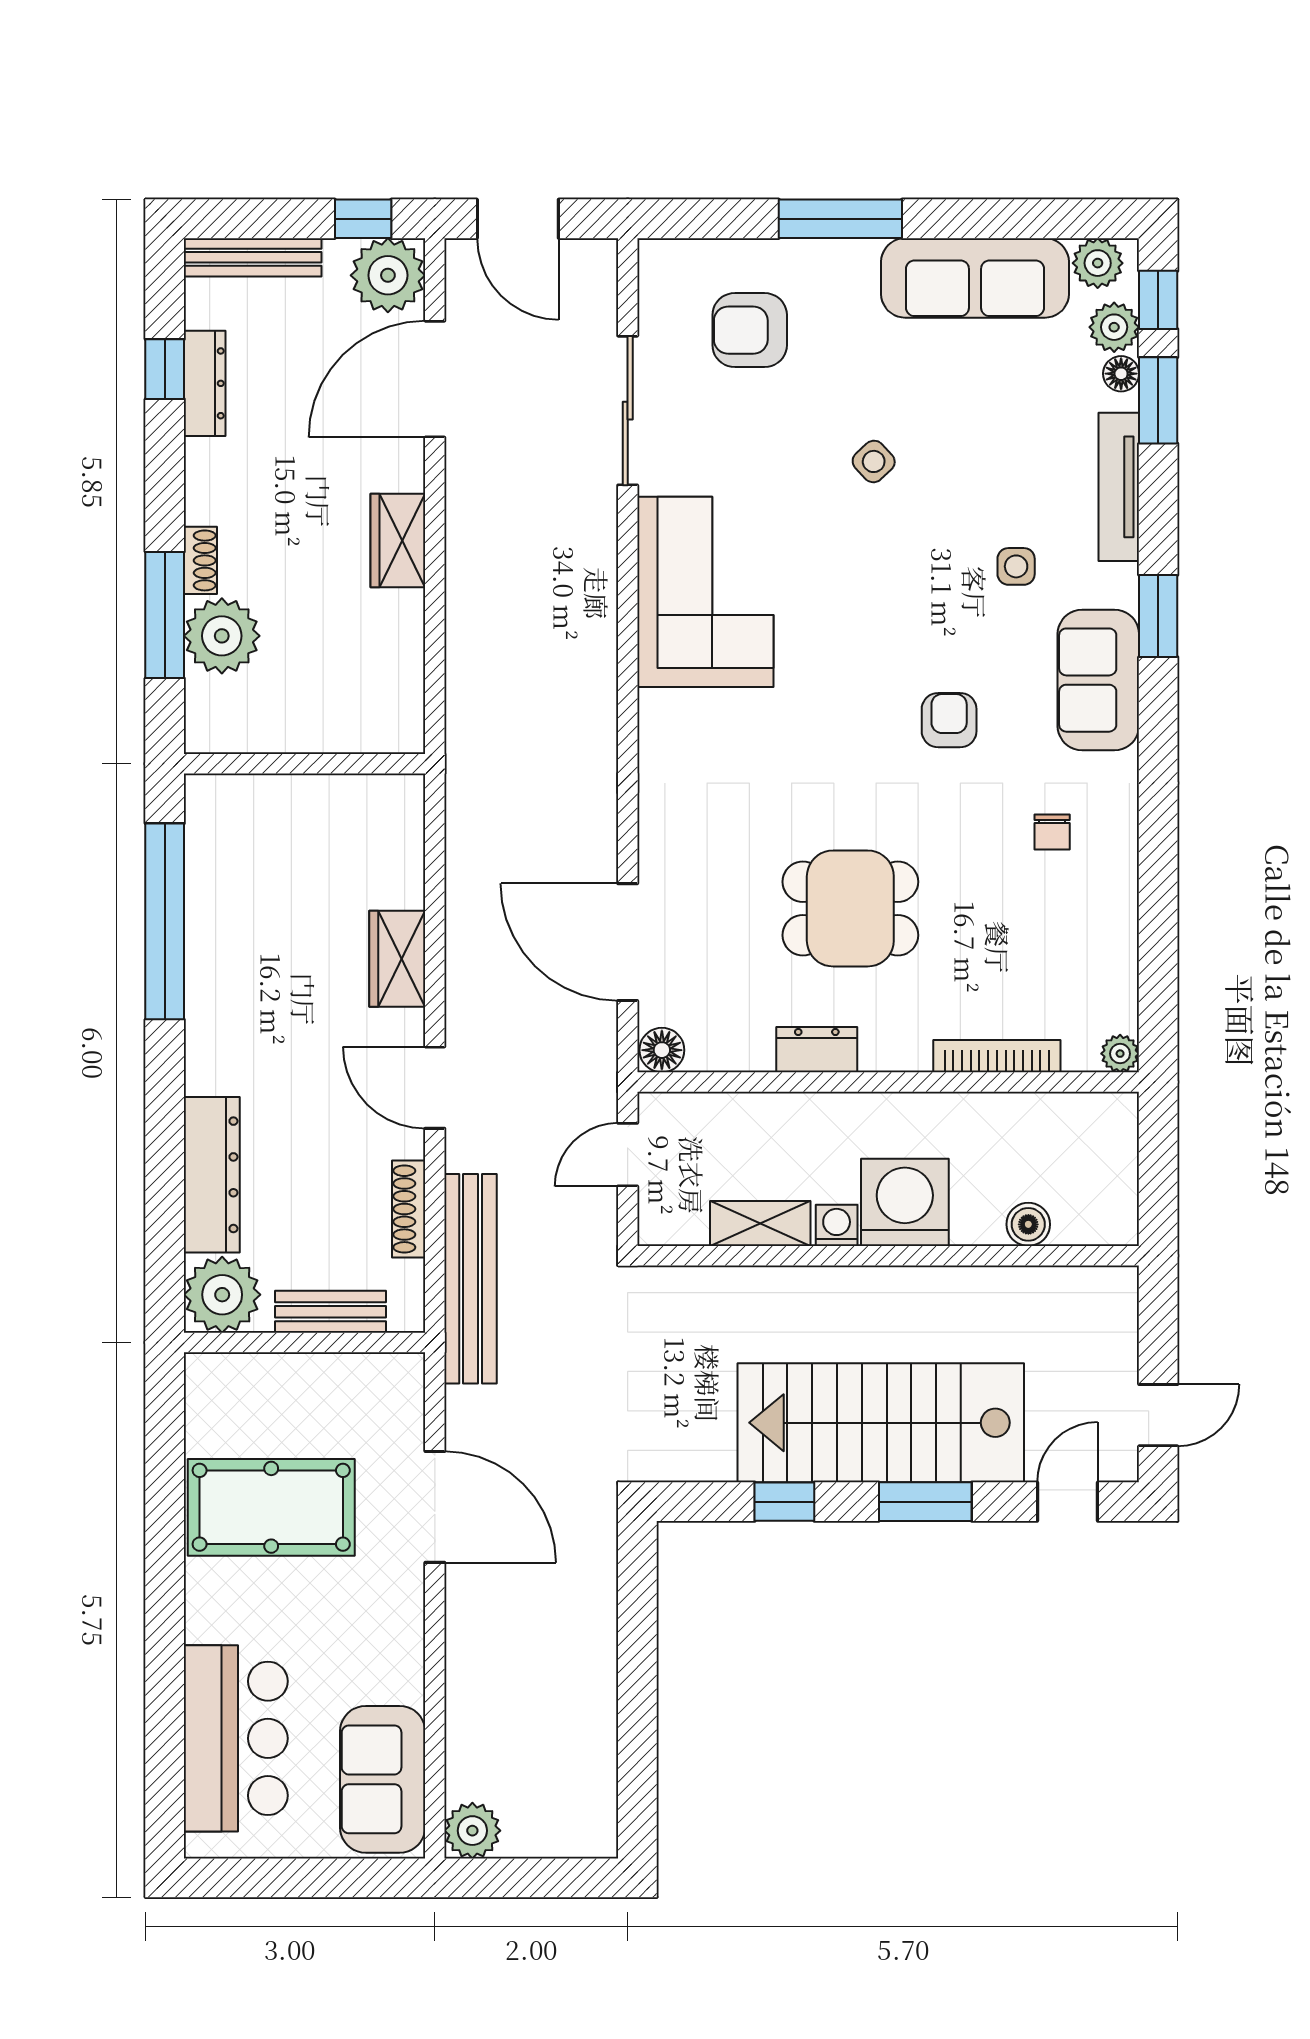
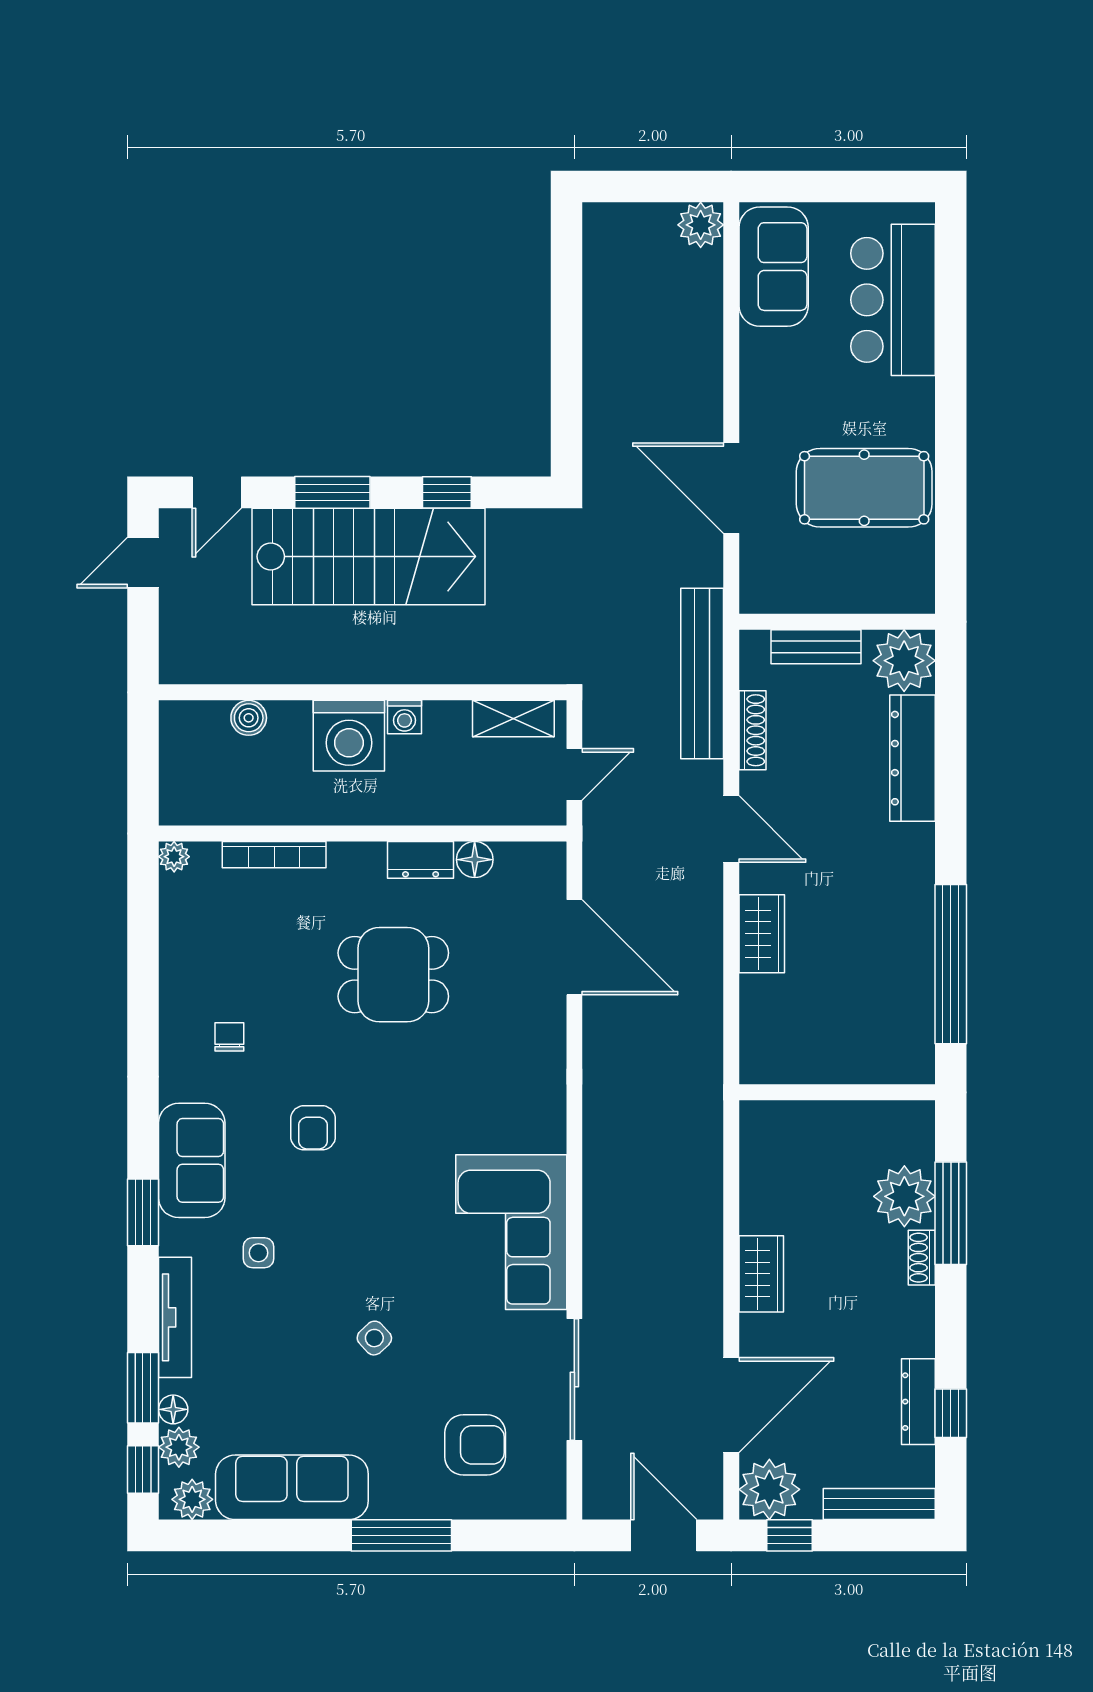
floor lamp: (662, 1050) -> (475, 860), moved
shelving: (760, 1223) -> (513, 718), moved

